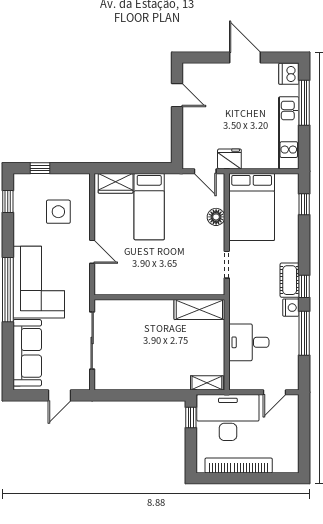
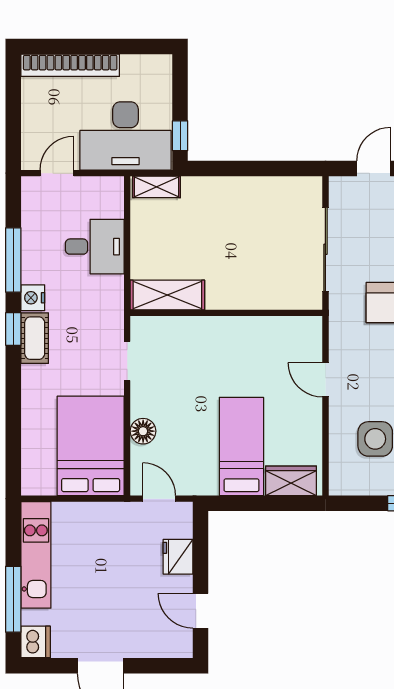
fridge: (229, 159) -> (178, 557), moved, turned 90
window: (304, 204) -> (13, 450), removed
bookcase: (239, 465) -> (70, 65), moved

